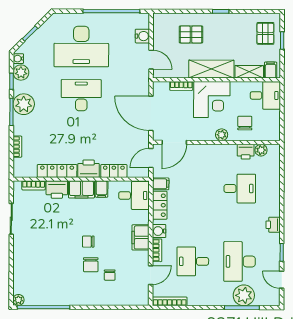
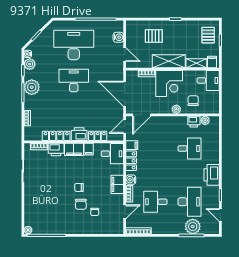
desk: (81, 46) -> (74, 45), turned 180
printer: (273, 225) -> (212, 175), width x1.87, depth x1.48
desk: (240, 261) -> (190, 202), turned 180

